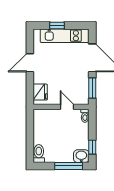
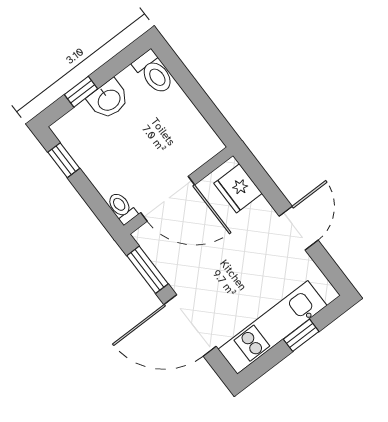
door: (67, 107) -> (168, 199), width x1.87
washbasin: (81, 156) -> (109, 99), moved
window: (69, 166) -> (81, 92), width x0.46

